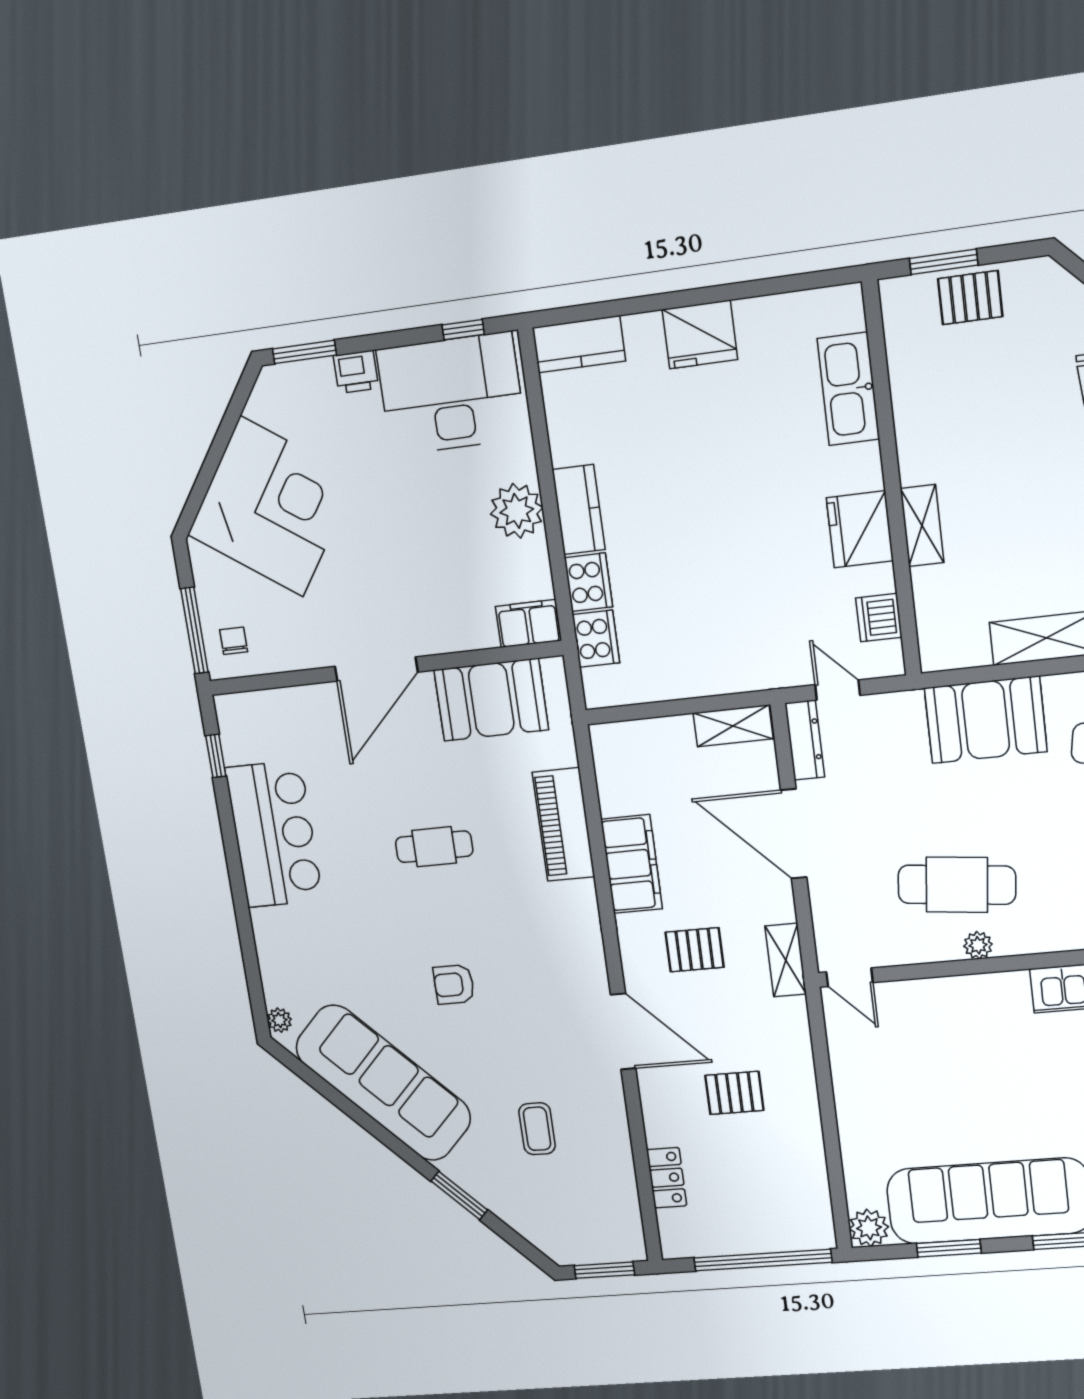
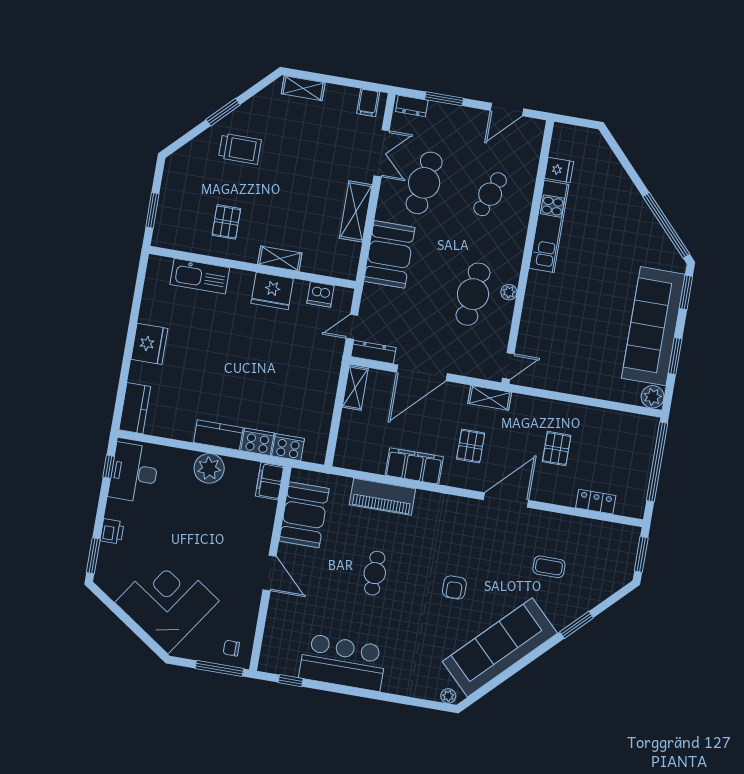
pallet: (970, 298) -> (226, 222), moved
desk: (451, 394) -> (134, 473), width x0.73, depth x0.77
door: (376, 669) -> (270, 573), width x0.73

